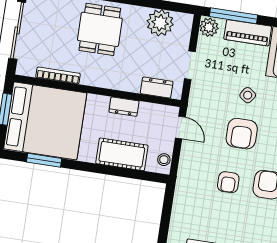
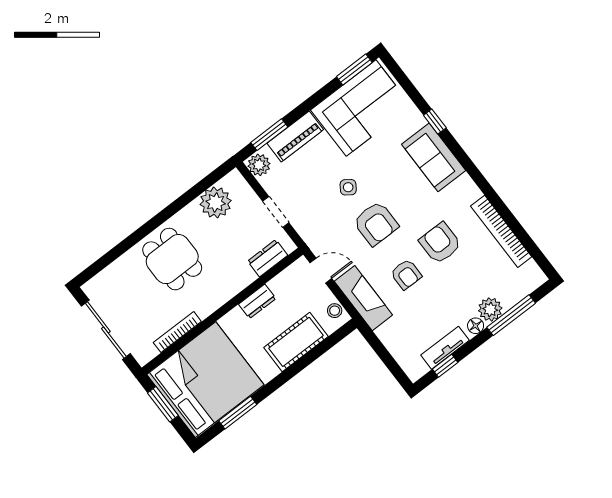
window: (234, 16) -> (269, 135), width x0.69
fireplace: (189, 170) -> (363, 298), added

